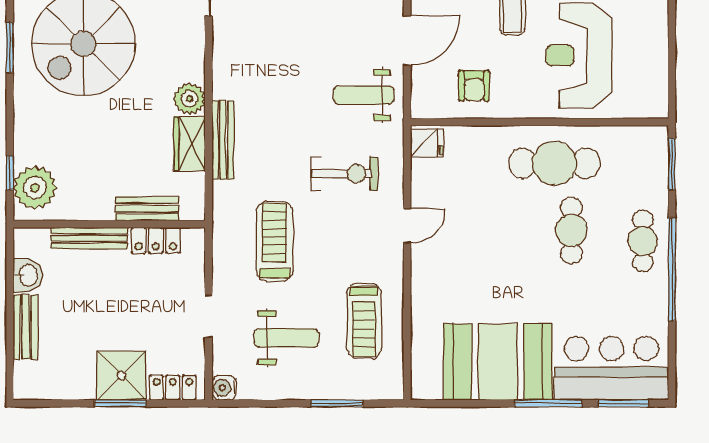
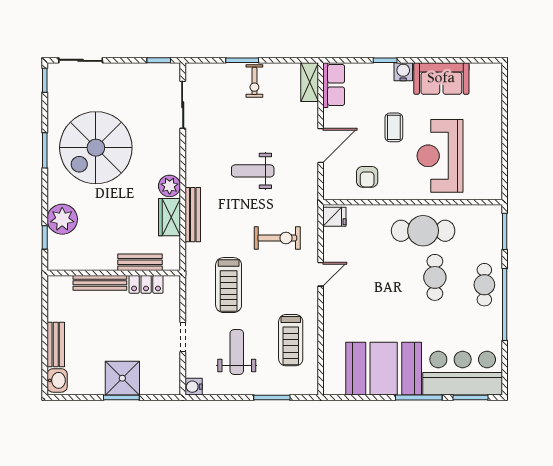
weight bench: (364, 95) -> (253, 171), moved
plant: (35, 188) -> (62, 219), moved
treadmill: (274, 241) -> (229, 285), turned 180
washbasin: (28, 275) -> (57, 380), moved
weight bench: (286, 338) -> (237, 352), turned -90
locker: (173, 388) -> (158, 387), removed

